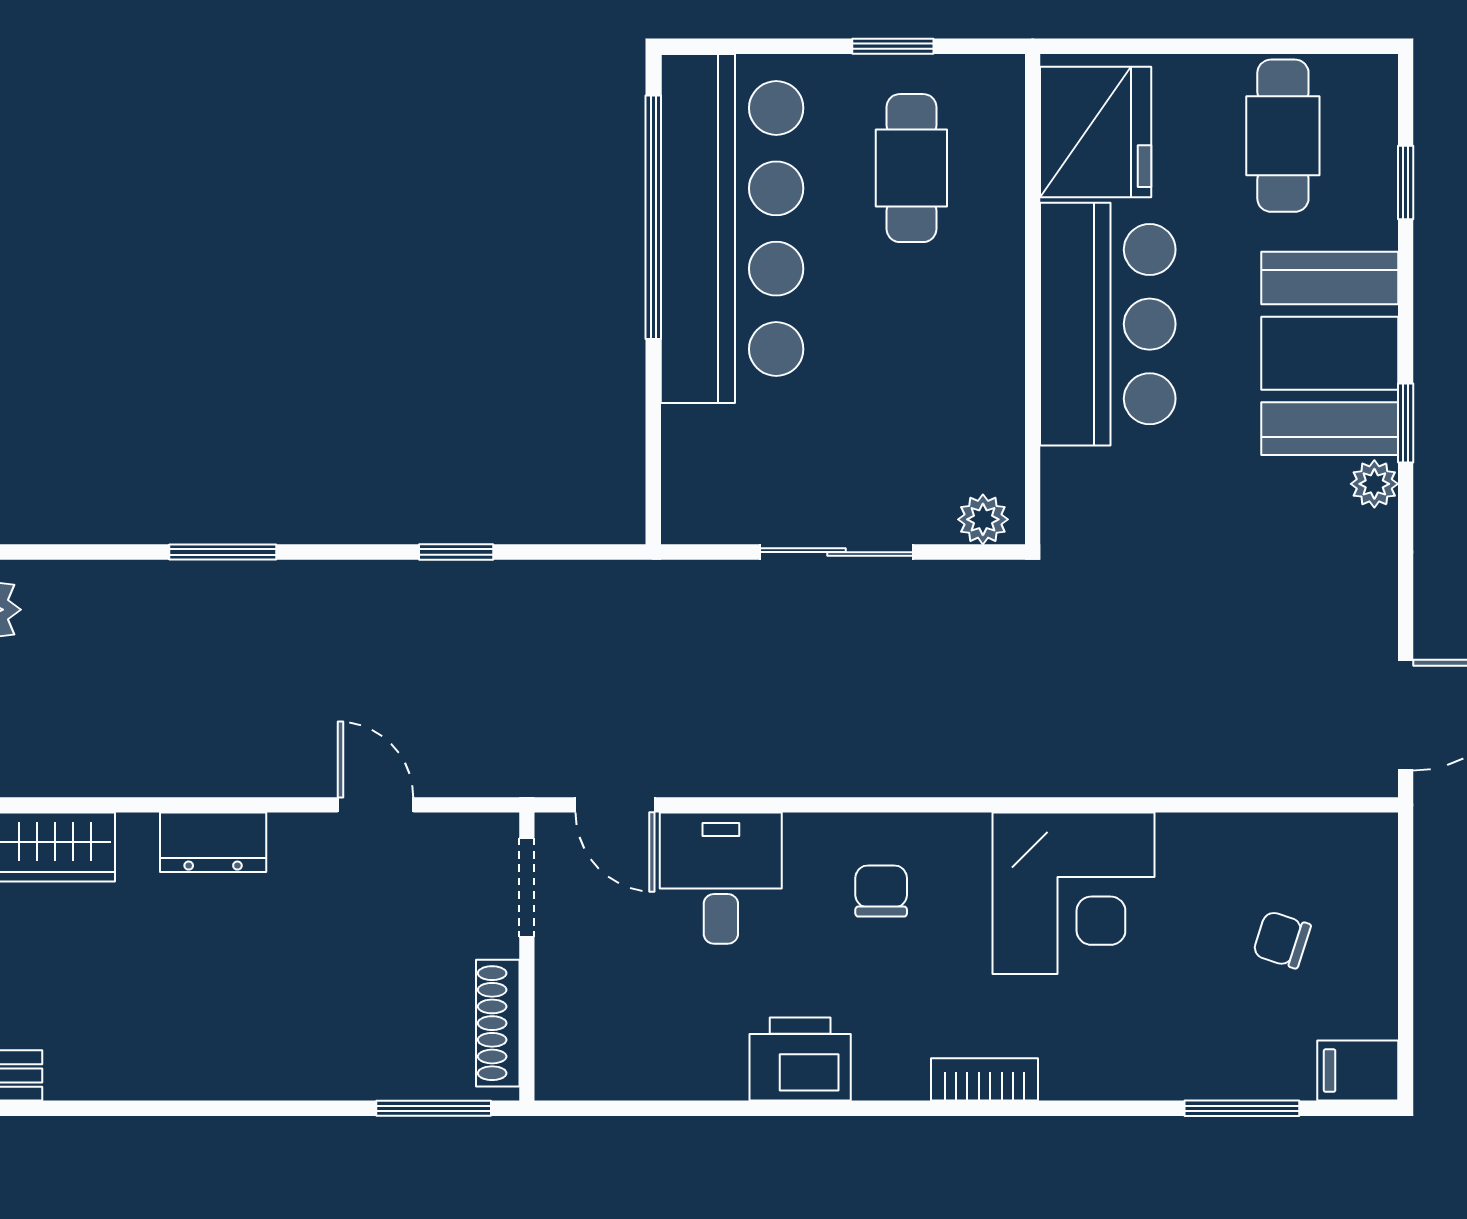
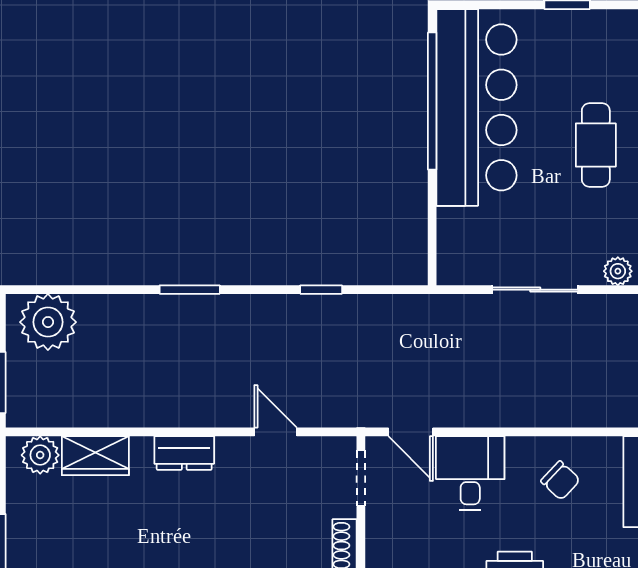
cafe table: (911, 168) -> (596, 145), moved
chair: (881, 891) -> (560, 480), turned 133

